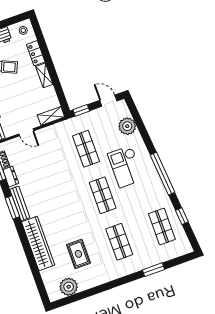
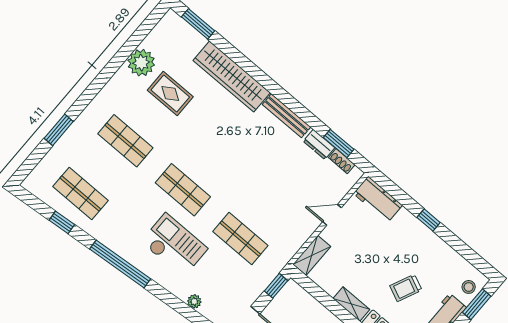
plant: (127, 126) -> (194, 301), width x0.53, depth x0.53
window: (12, 207) -> (198, 24), moved
plant: (69, 287) -> (141, 63), moved

